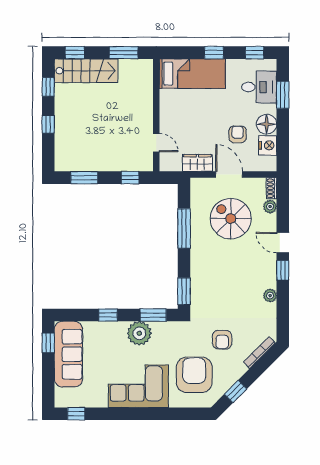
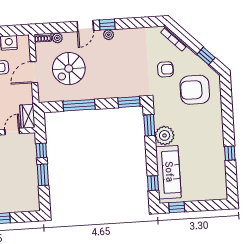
wardrobe: (197, 163) -> (27, 116), moved
window: (84, 178) -> (43, 175), moved
plant: (270, 296) -> (109, 35), moved
window: (108, 315) -> (153, 183), moved
sofa: (68, 354) -> (168, 172), moved, turned 90
corner sofa: (138, 386) -> (207, 134), removed
window: (76, 414) -> (230, 153), moved

